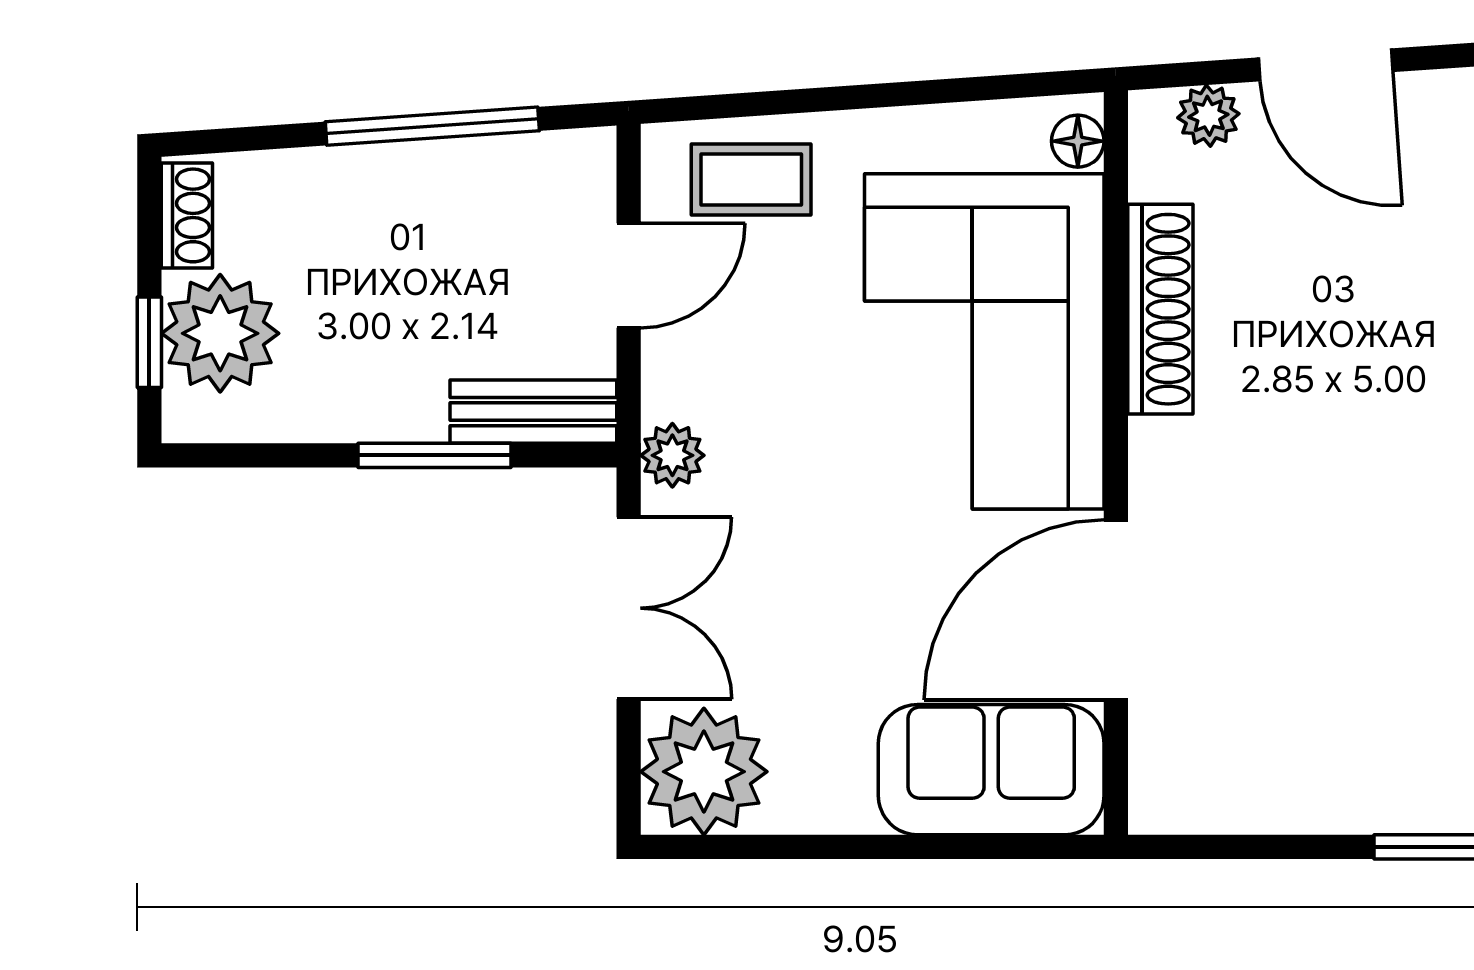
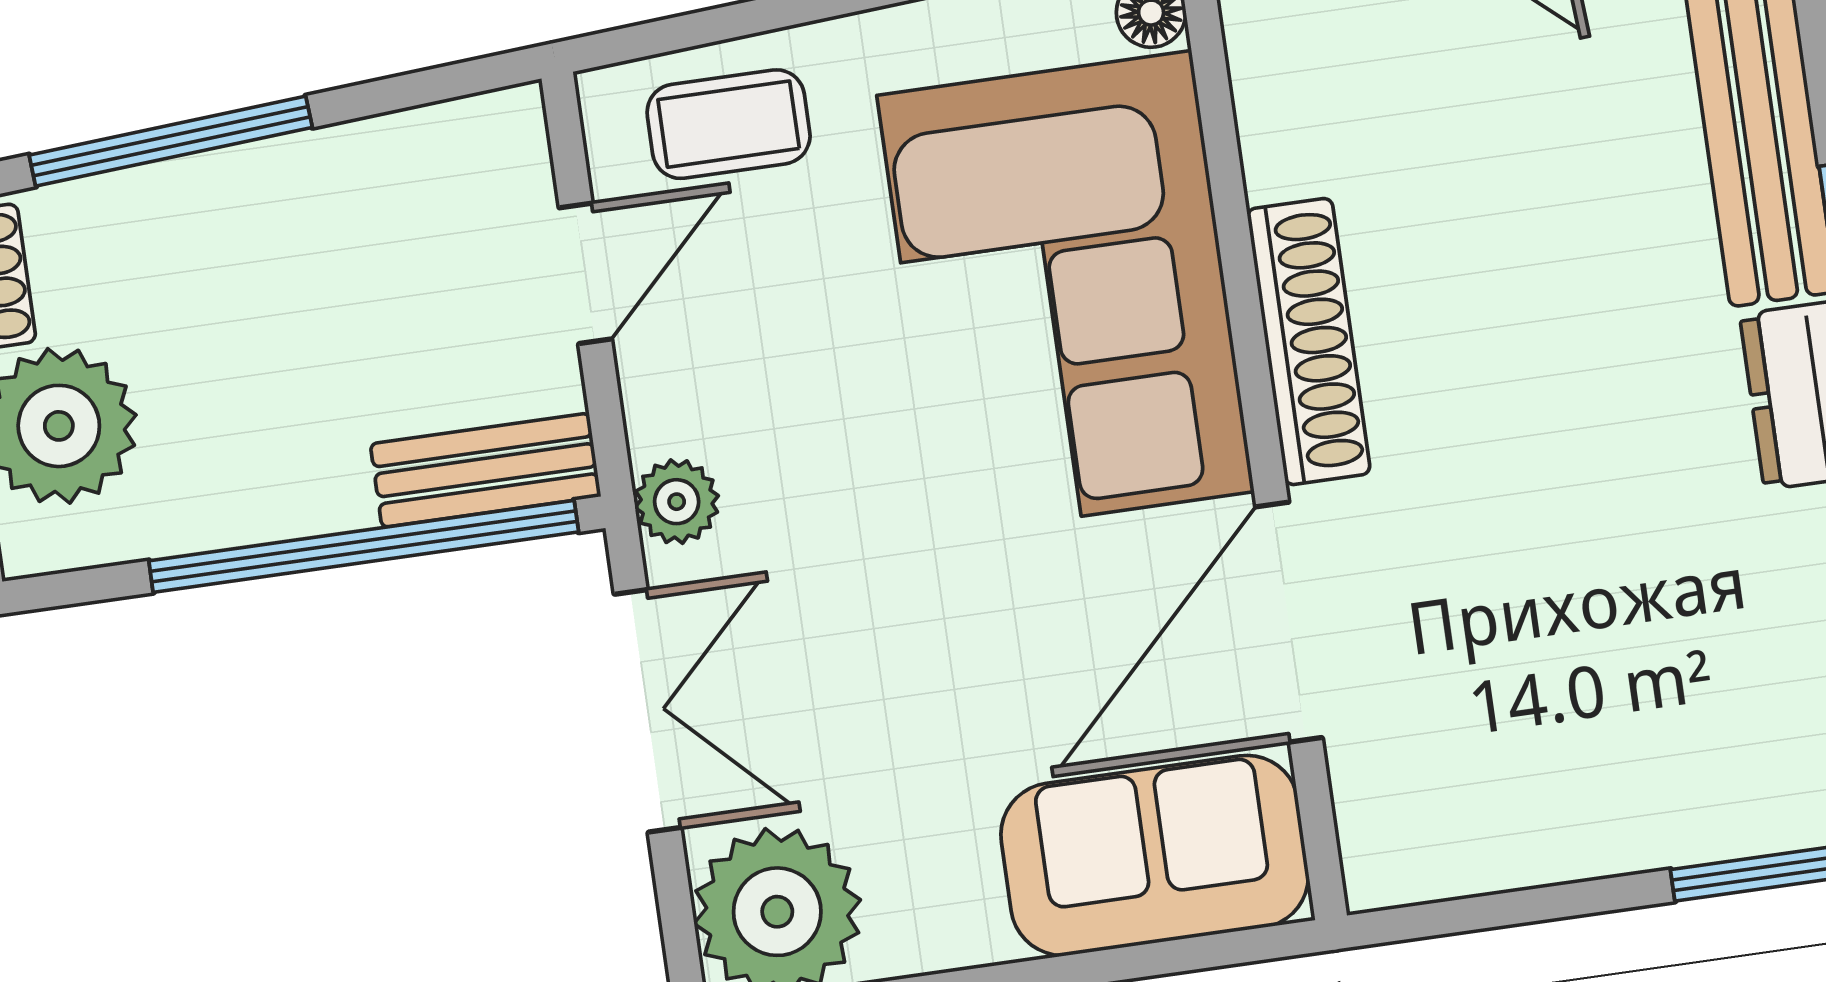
window: (432, 126) -> (171, 141), moved
shoe rack: (1160, 309) -> (1309, 342), moved
window: (434, 455) -> (364, 546), width x2.11

